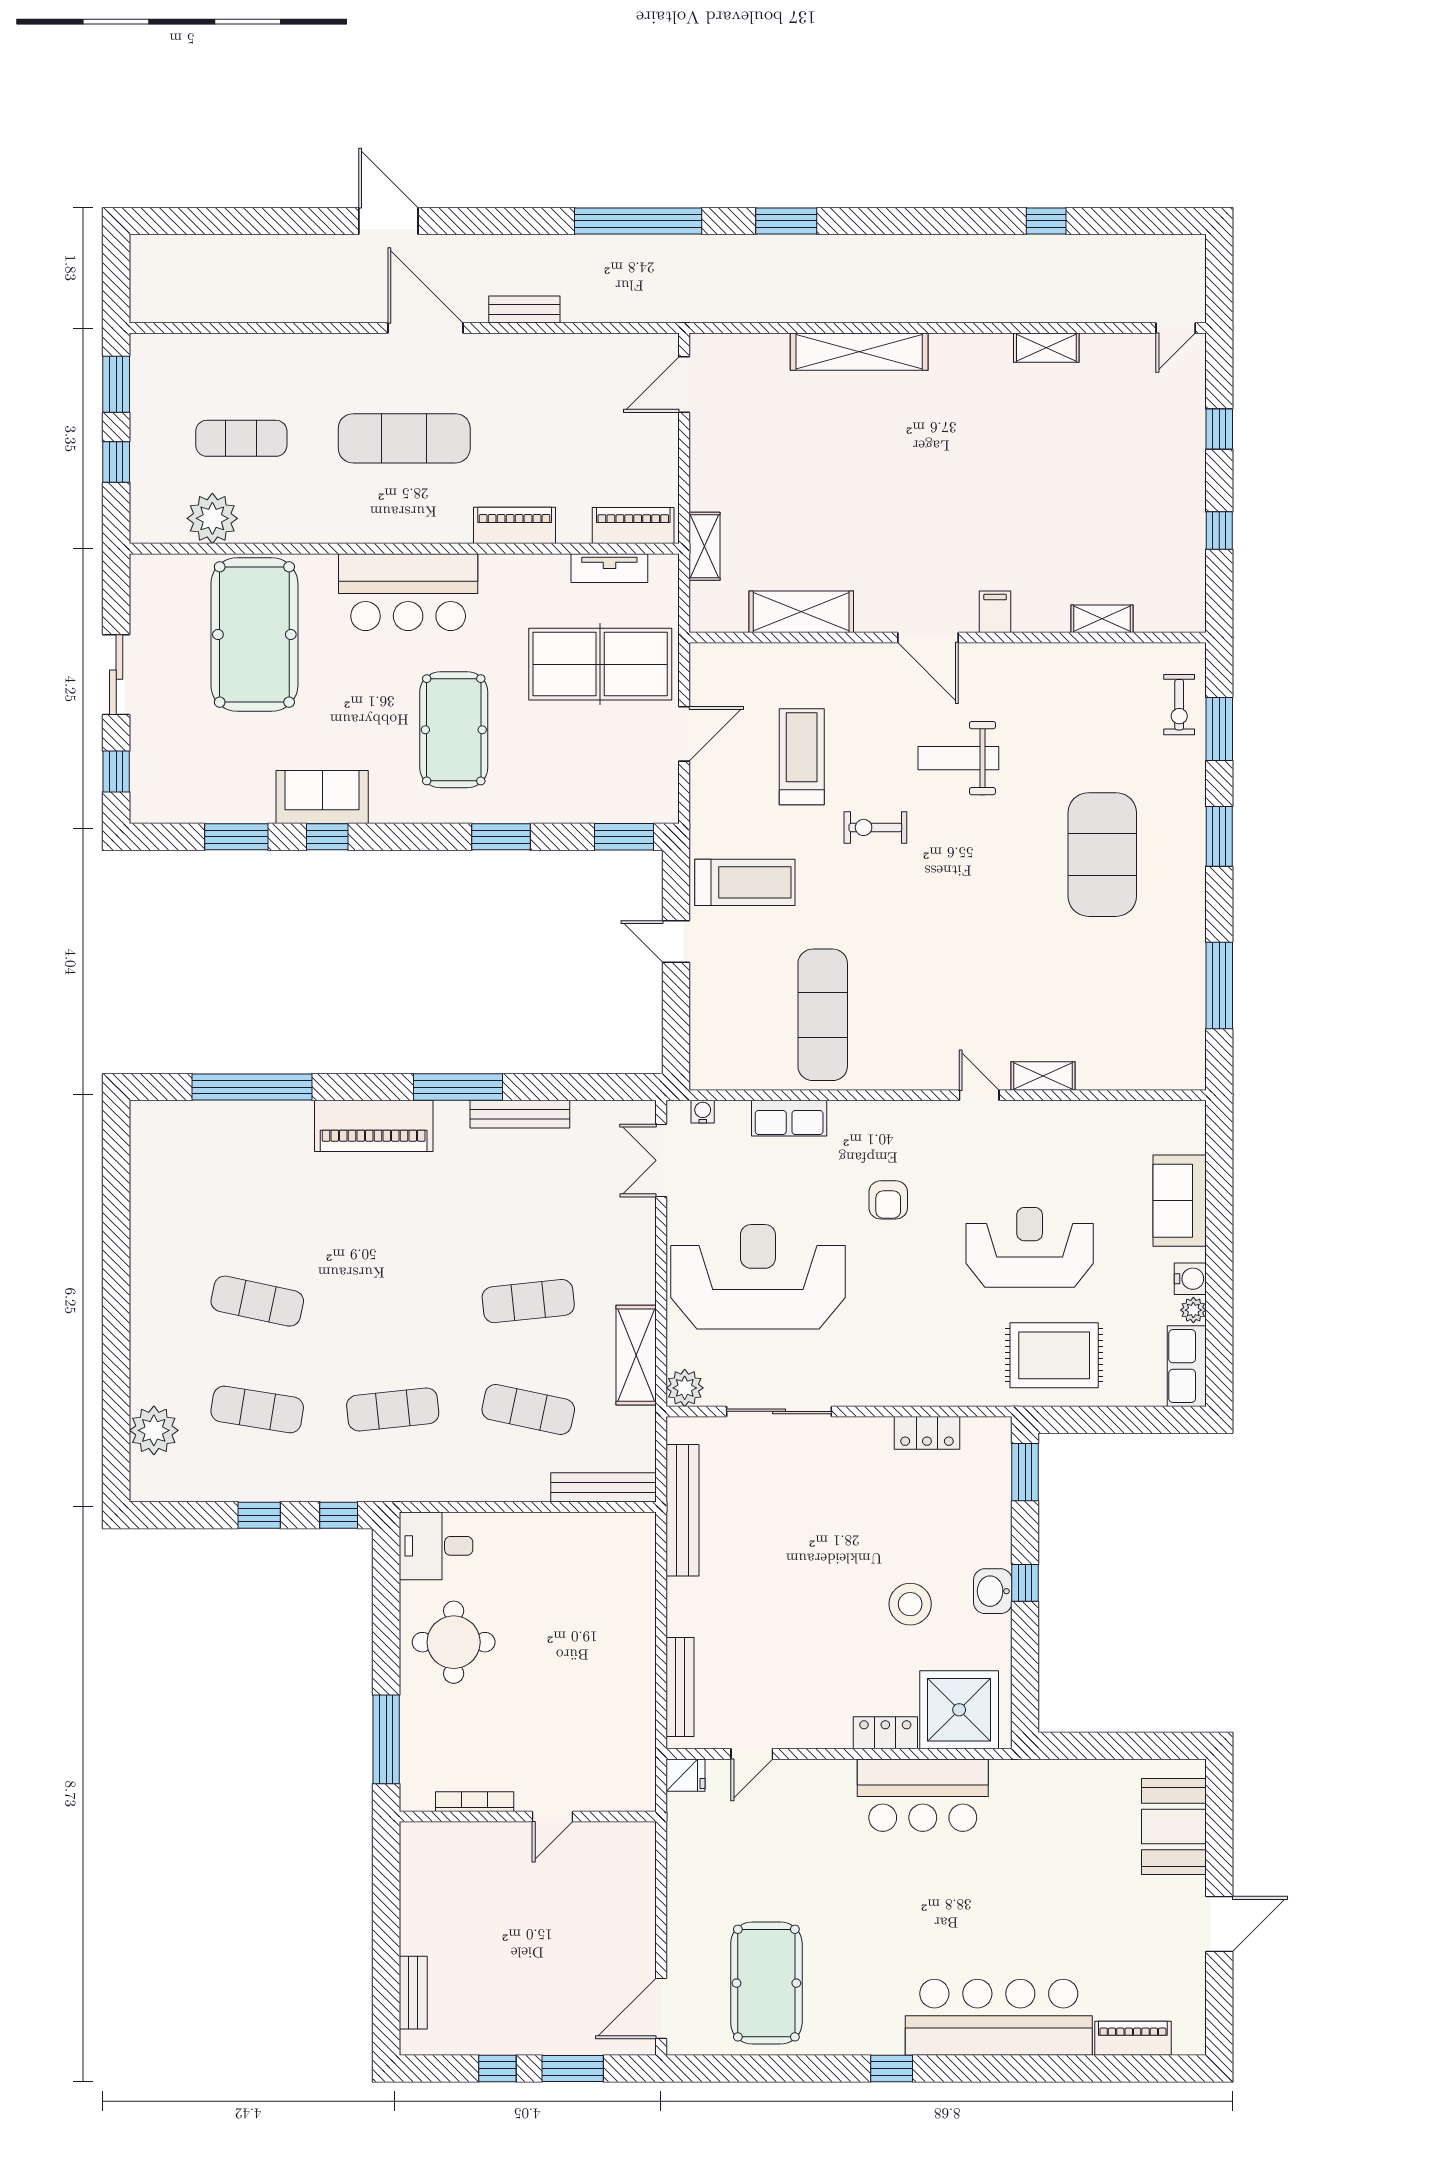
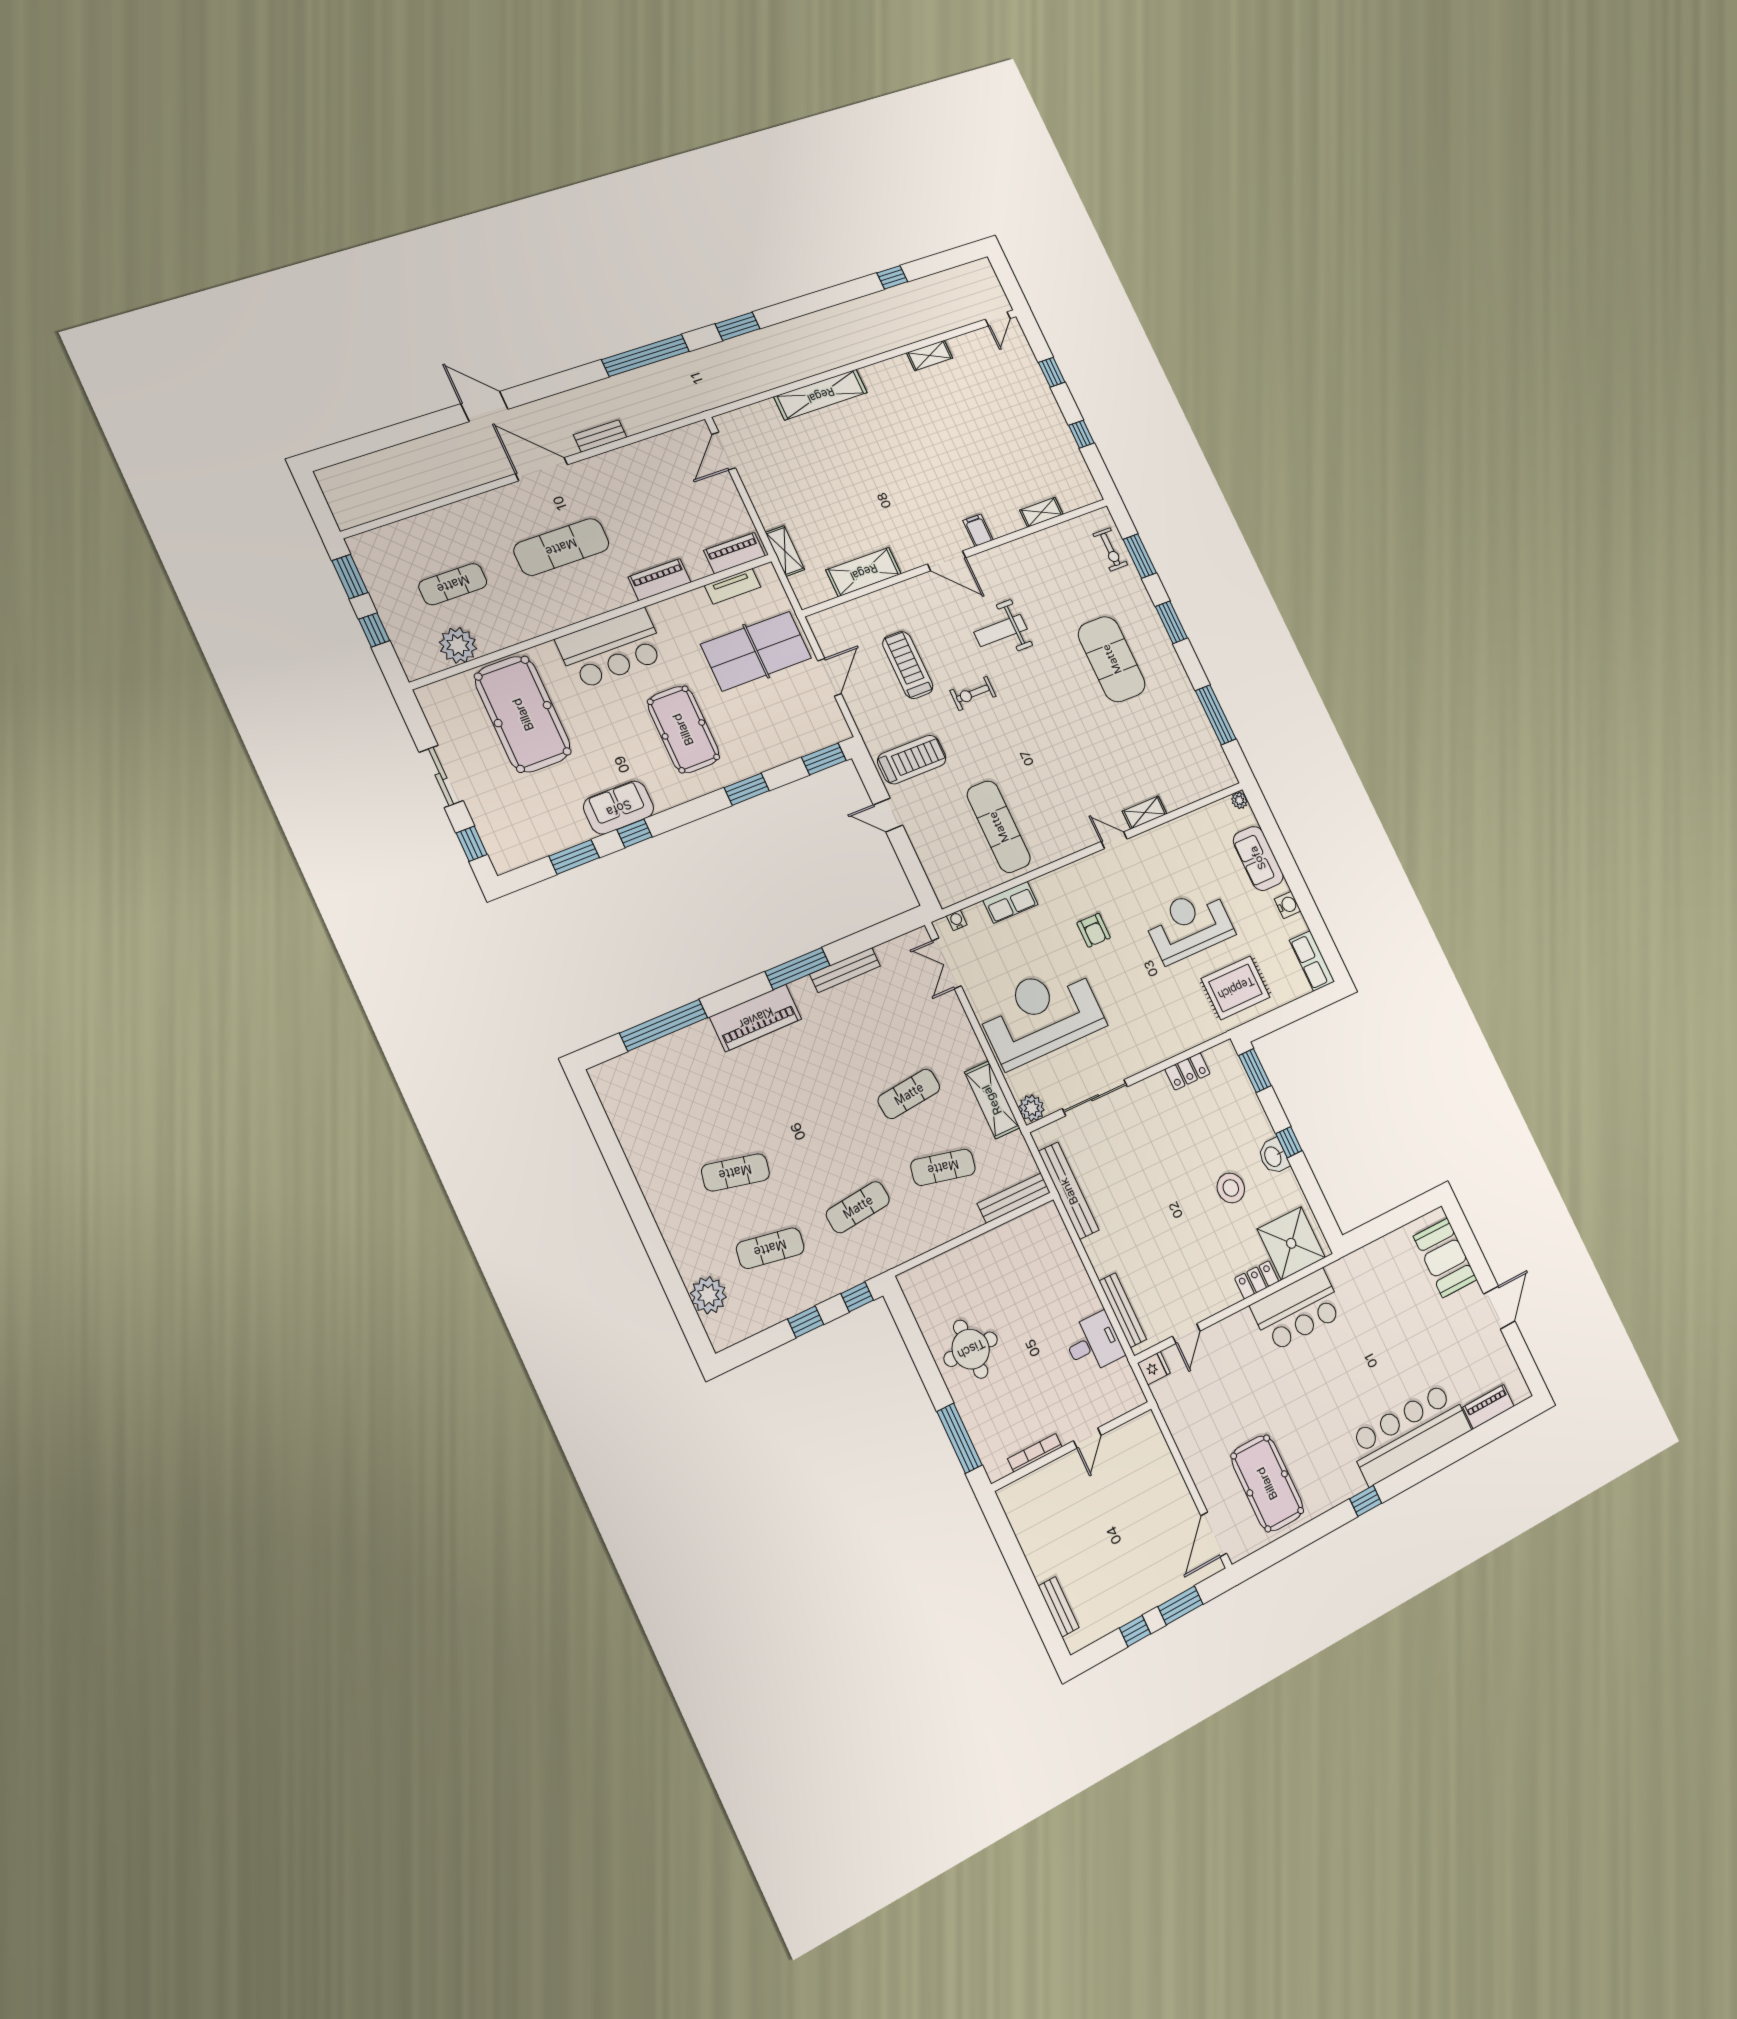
plant: (1193, 1310) -> (1239, 800), moved
desk: (436, 1546) -> (1093, 1343), moved, turned 180

